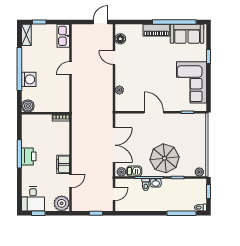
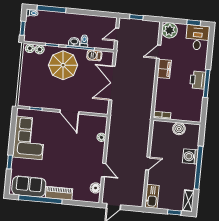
boiler: (28, 106) -> (179, 129), moved
plant: (121, 172) -> (40, 49), moved

